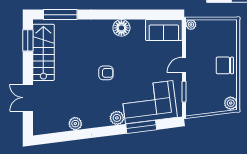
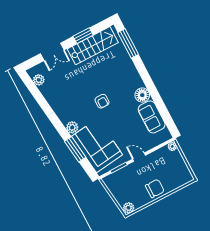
sofa: (164, 30) -> (152, 117), moved
window: (28, 40) -> (83, 36), moved
chair: (225, 65) -> (155, 188), turned 90
double door: (28, 98) -> (52, 52), swing flipped
plant: (75, 124) -> (39, 80), moved

